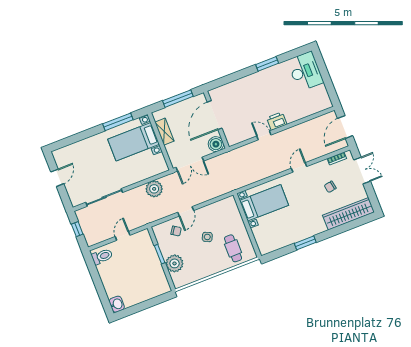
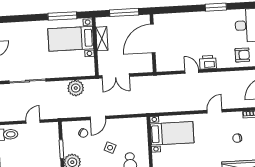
armchair: (309, 103) -> (242, 55), added
boiler: (216, 144) -> (145, 65), removed

